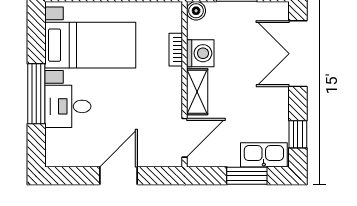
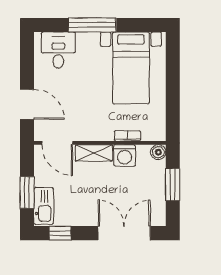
desk: (68, 106) -> (58, 50), moved
door: (118, 176) -> (27, 104), moved

